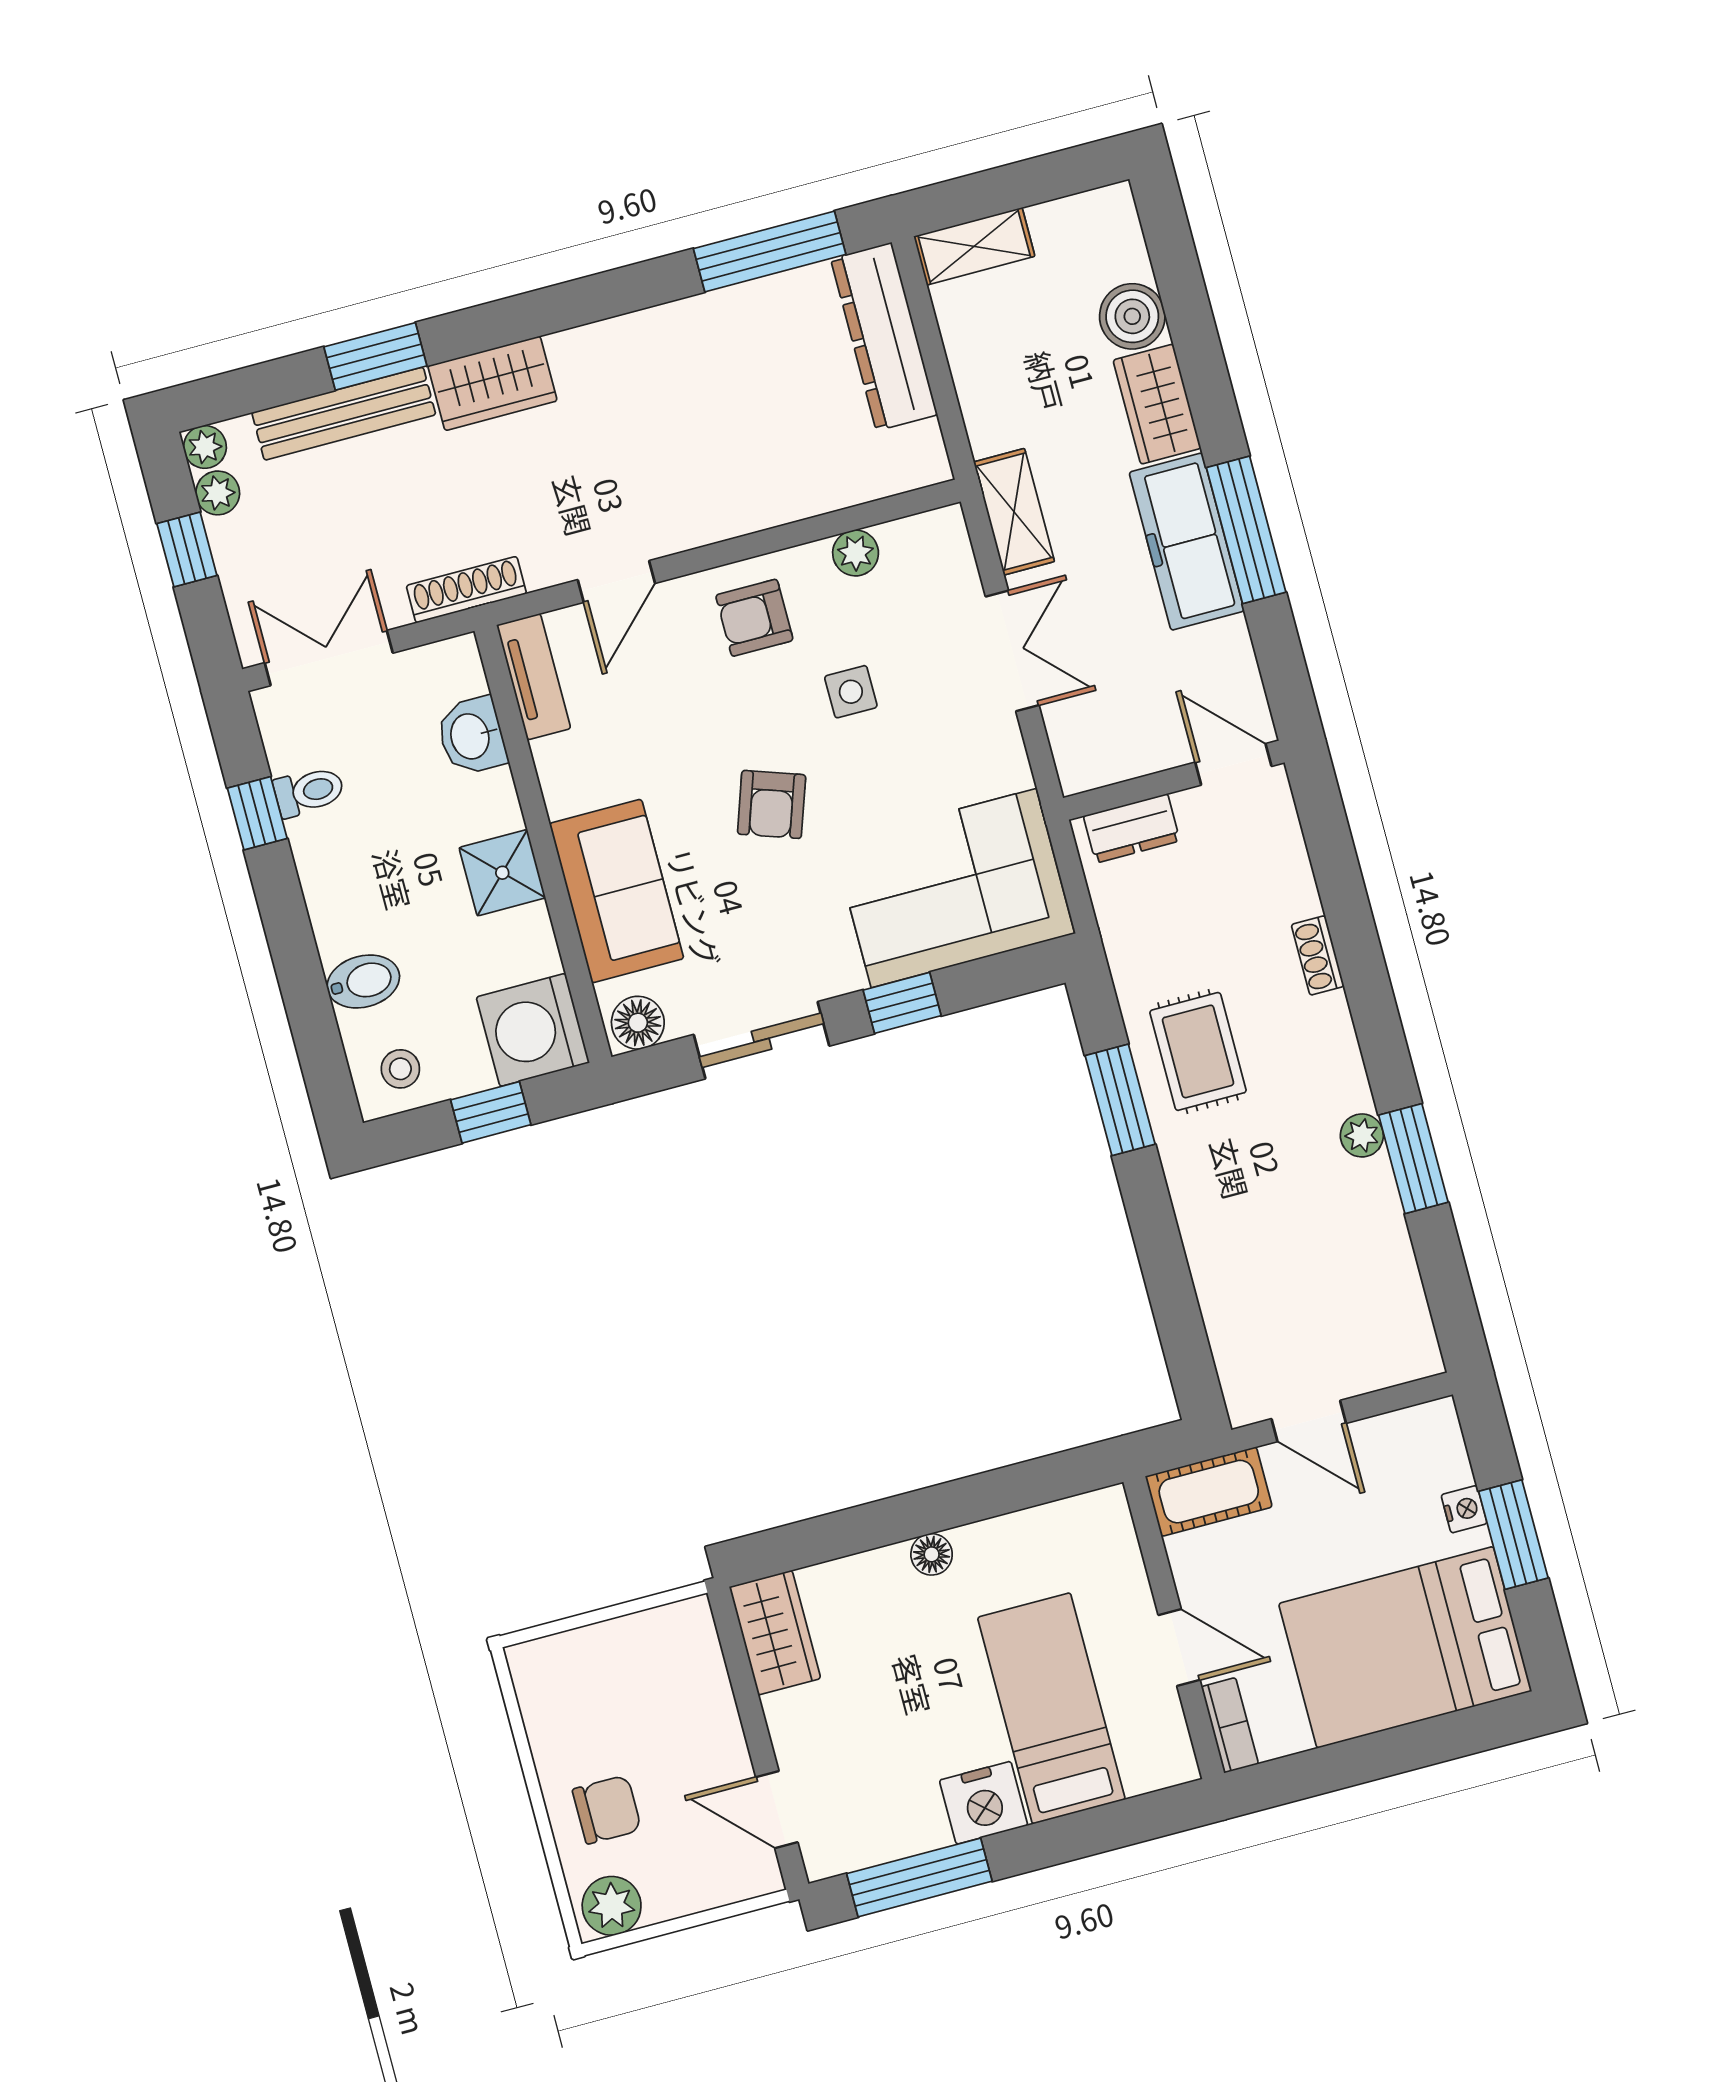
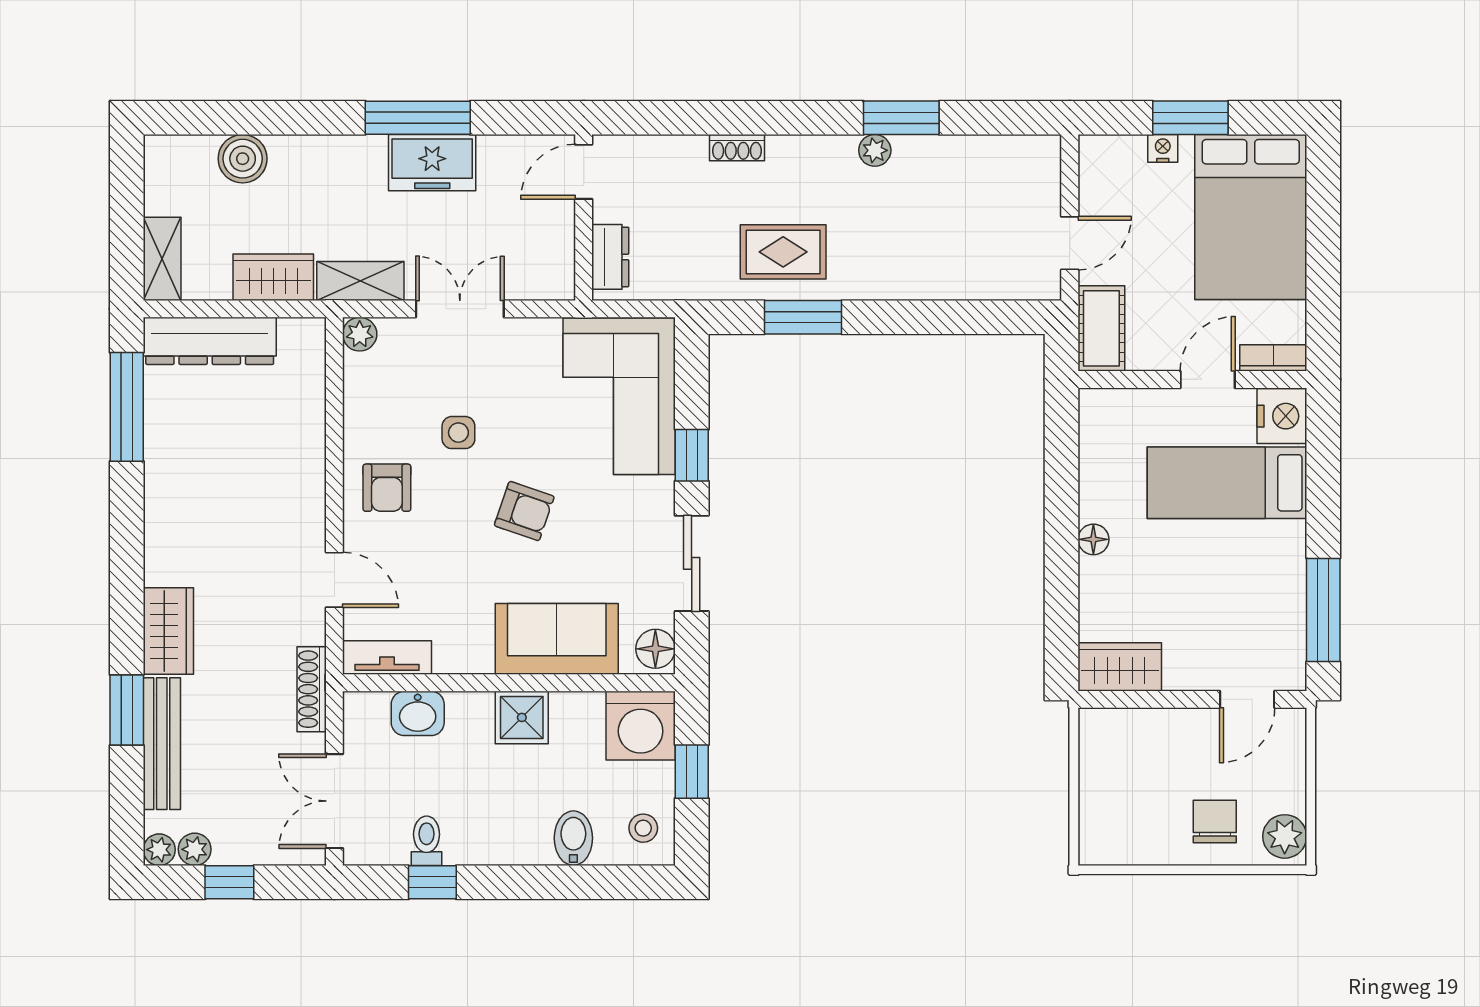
wardrobe: (1157, 404) -> (273, 277), moved, turned 180
freezer: (1187, 542) -> (432, 163), width x0.71
plant: (856, 553) -> (360, 334), moved
nightstand: (984, 1803) -> (1282, 416), moved

